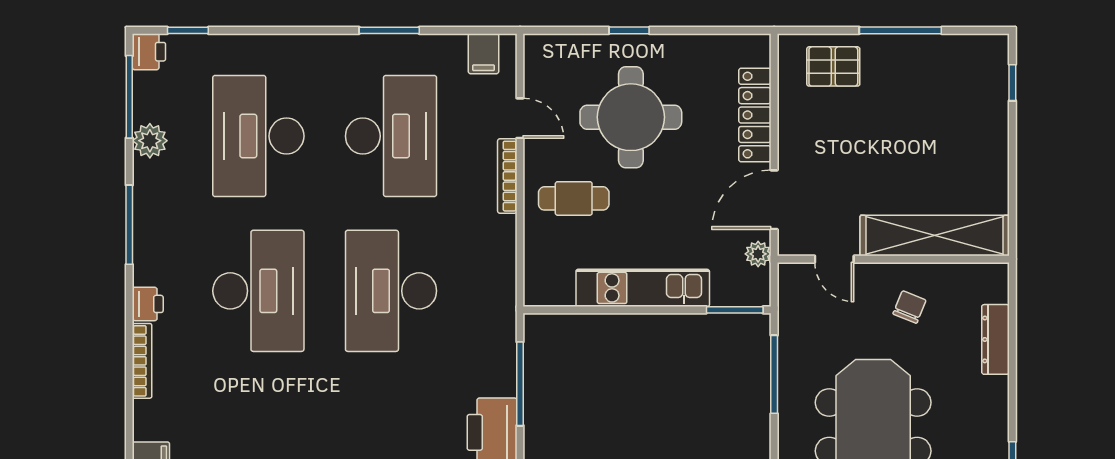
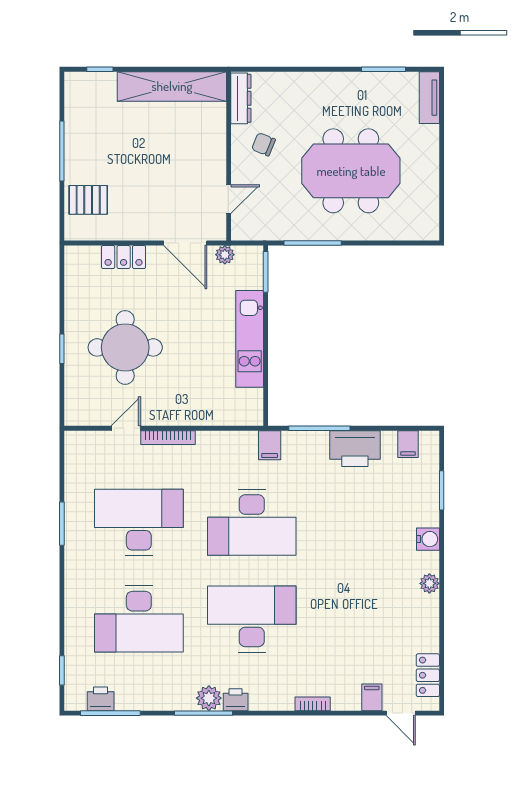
printer: (149, 52) -> (101, 699), moved
filing cabinet: (483, 54) -> (270, 445), moved, turned 90
pallet: (833, 66) -> (88, 200), turned 90
locker: (755, 115) -> (124, 257), width x0.66
plant: (150, 141) -> (209, 698), moved
cafe table: (574, 198) -> (184, 389), removed
shelving: (935, 236) -> (172, 86), moved, turned 90
printer: (148, 304) -> (236, 700), moved
dresser: (996, 339) -> (241, 98), moved, turned -90
bookcase: (142, 361) -> (313, 704), width x0.64

